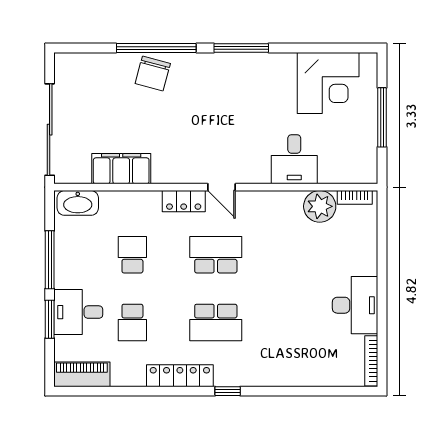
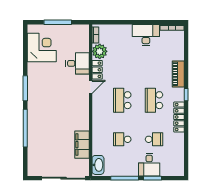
chair: (153, 74) -> (37, 130), removed
door: (222, 187) -> (91, 87), moved
locker: (184, 201) -> (97, 70), moved
school desk: (216, 322) -> (154, 100), turned 180
piano: (82, 374) -> (178, 74), moved

